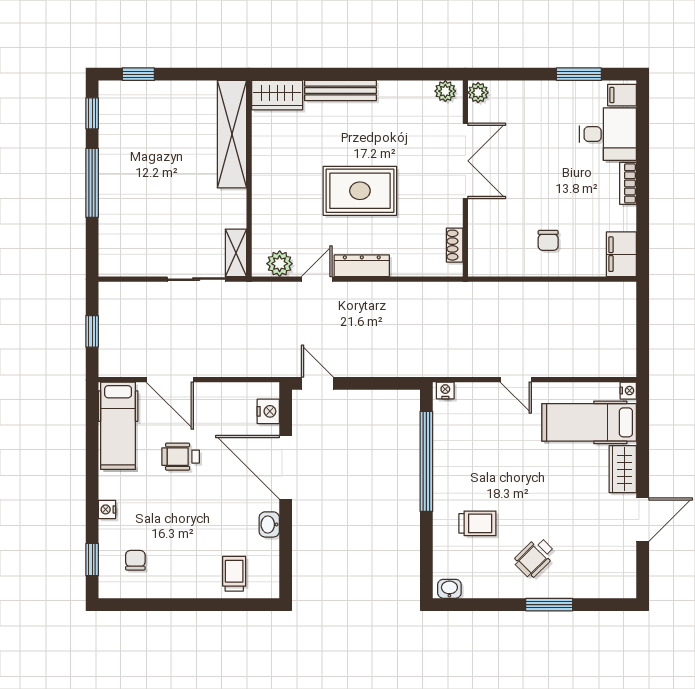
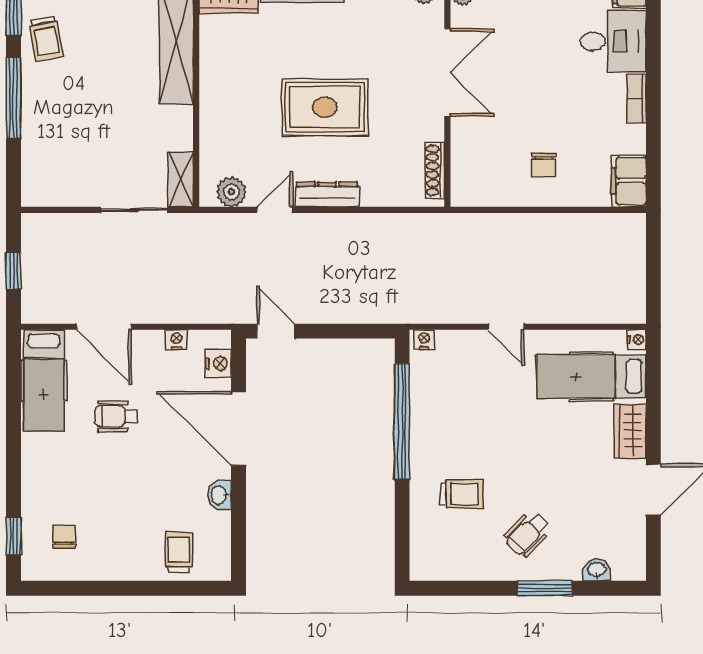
trolley: (120, 132) -> (46, 38), added
shoe rack: (455, 245) -> (435, 170), width x1.43
nightstand: (107, 509) -> (176, 340), moved, turned 90
washbasin: (449, 589) -> (597, 570), moved

